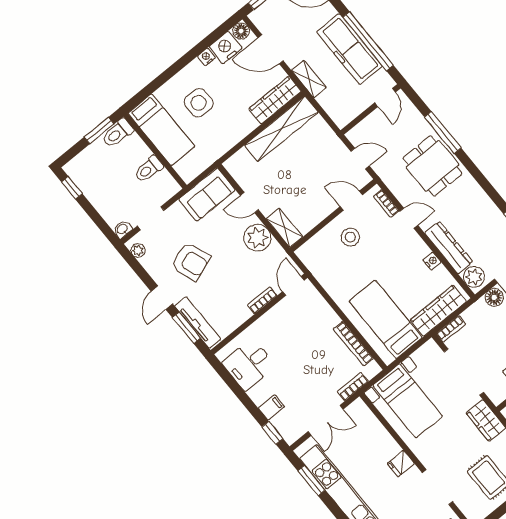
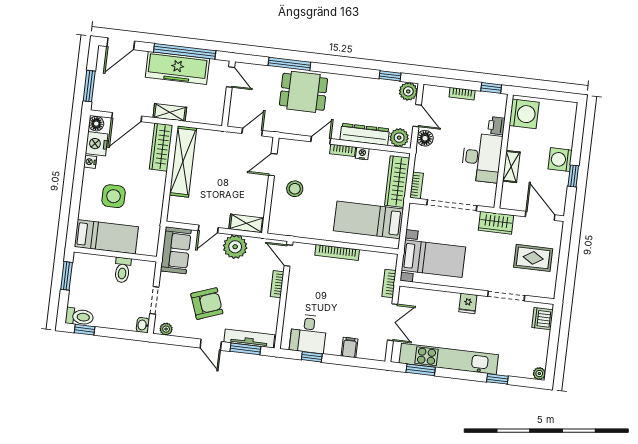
toilet: (118, 133) -> (79, 317), moved, turned -90
bookcase: (386, 204) -> (343, 150), moved
bookcase: (353, 344) -> (337, 252), moved
window: (272, 433) -> (312, 357), moved

